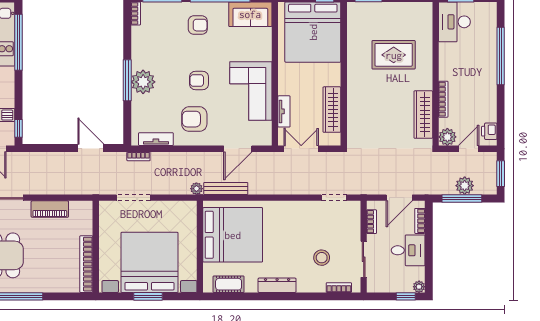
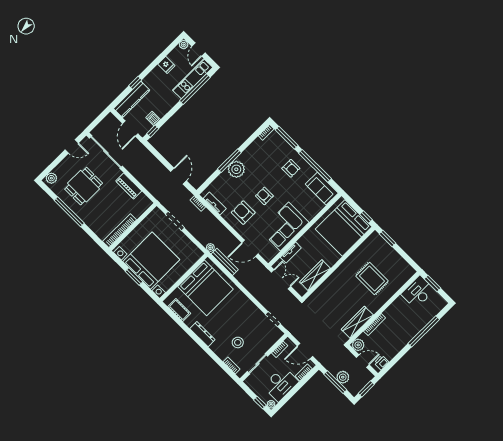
desk: (408, 250) -> (281, 384), width x1.37

